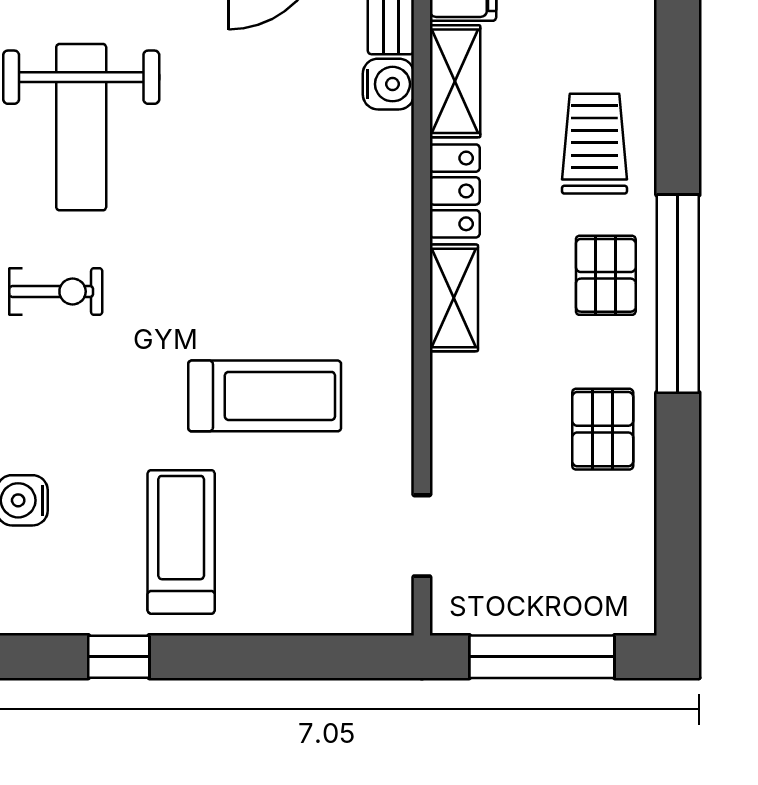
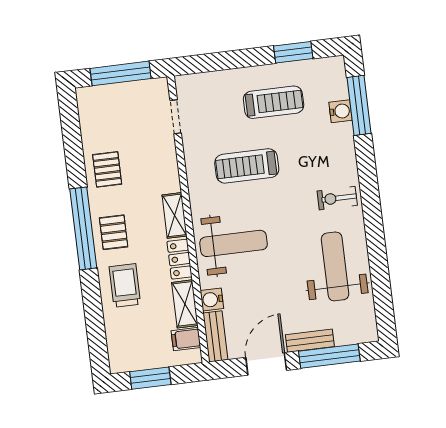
trolley: (594, 144) -> (125, 285), turned 180
weight bench: (320, 213) -> (234, 243), added
treadmill: (181, 542) -> (274, 102), turned -90
window: (119, 657) -> (293, 52), width x1.50

